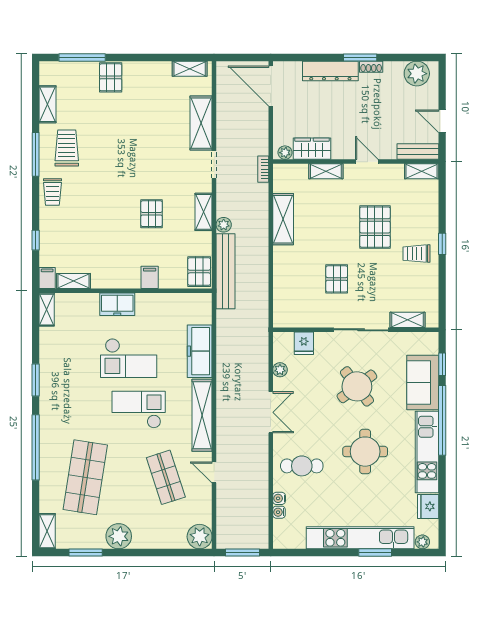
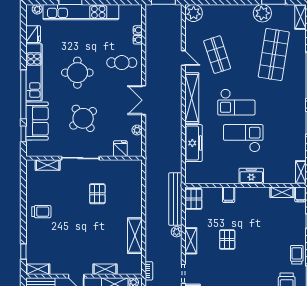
pallet: (375, 227) -> (70, 230), removed
window: (442, 244) -> (23, 252), moved
plant: (119, 536) -> (262, 13), moved

